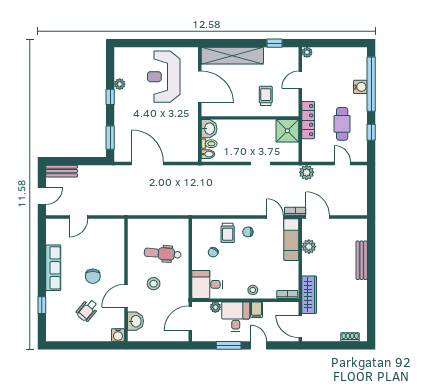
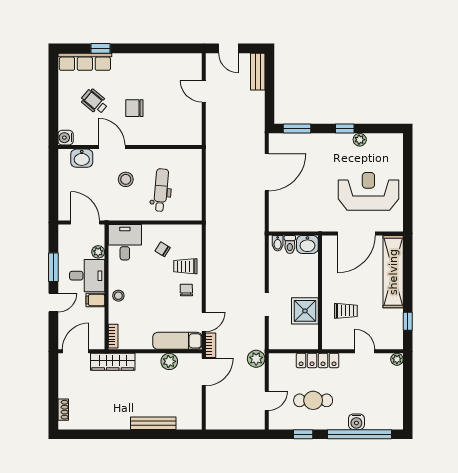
shower: (287, 131) -> (305, 311), moved
row of seats: (53, 268) -> (85, 62), moved

